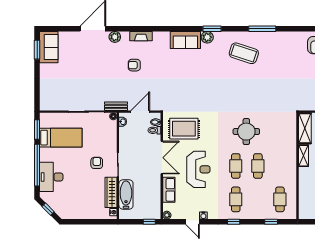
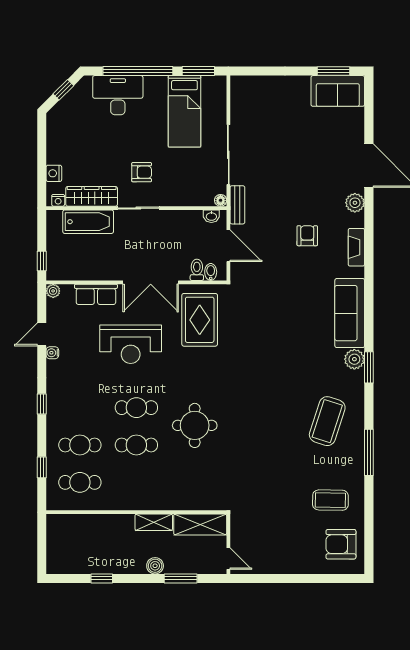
sofa: (185, 40) -> (350, 313), width x1.36
coffee table: (290, 51) -> (330, 500), added
cafe table: (236, 199) -> (80, 445), moved
nightstand: (97, 215) -> (54, 173), added

